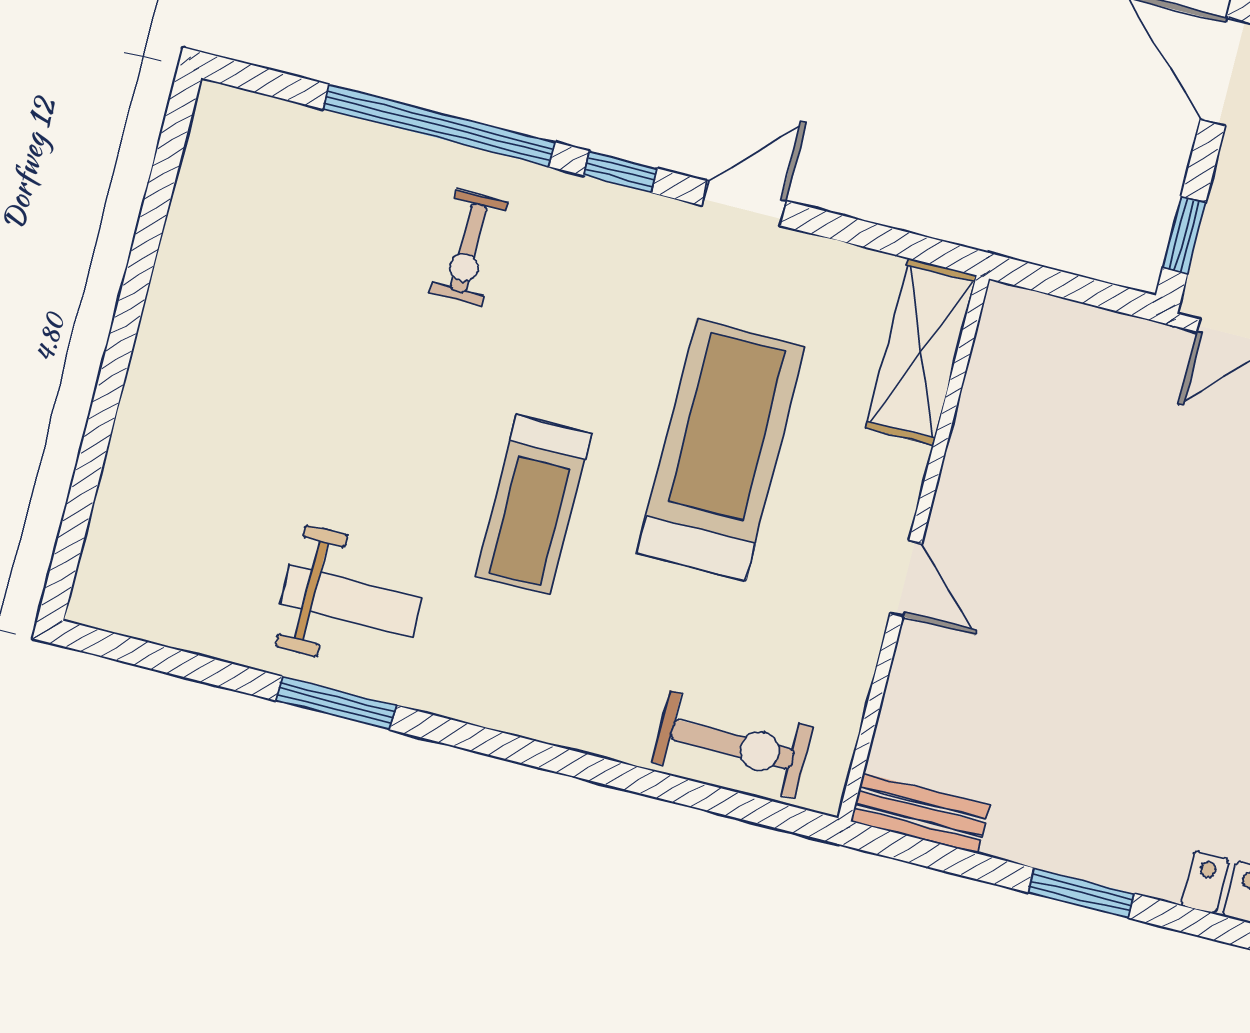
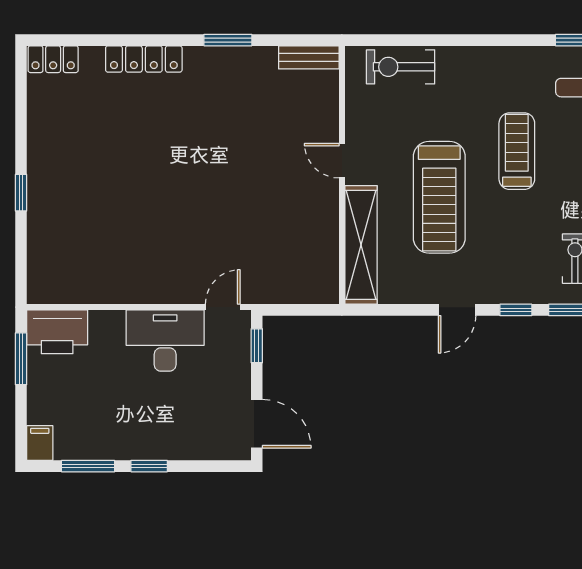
shelving: (921, 352) -> (361, 245), width x1.47

